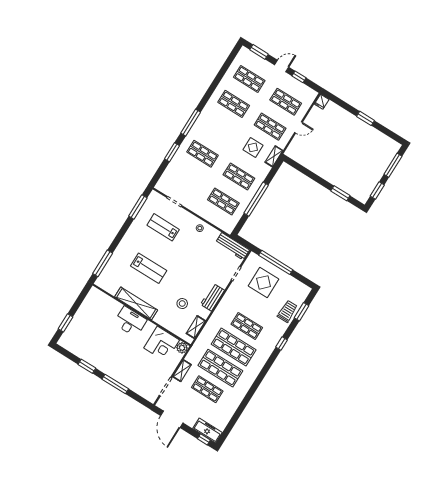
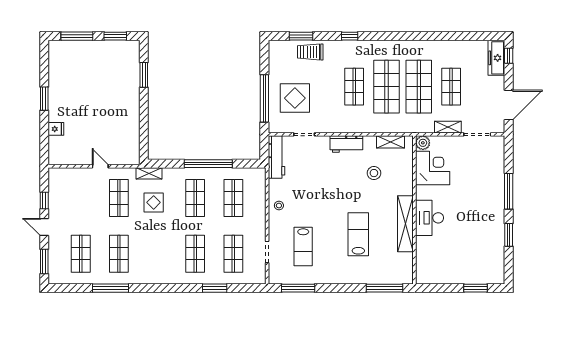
shop shelf: (286, 102) -> (233, 254), moved
fridge: (322, 102) -> (56, 129), moved
window: (191, 123) -> (110, 288), moved

